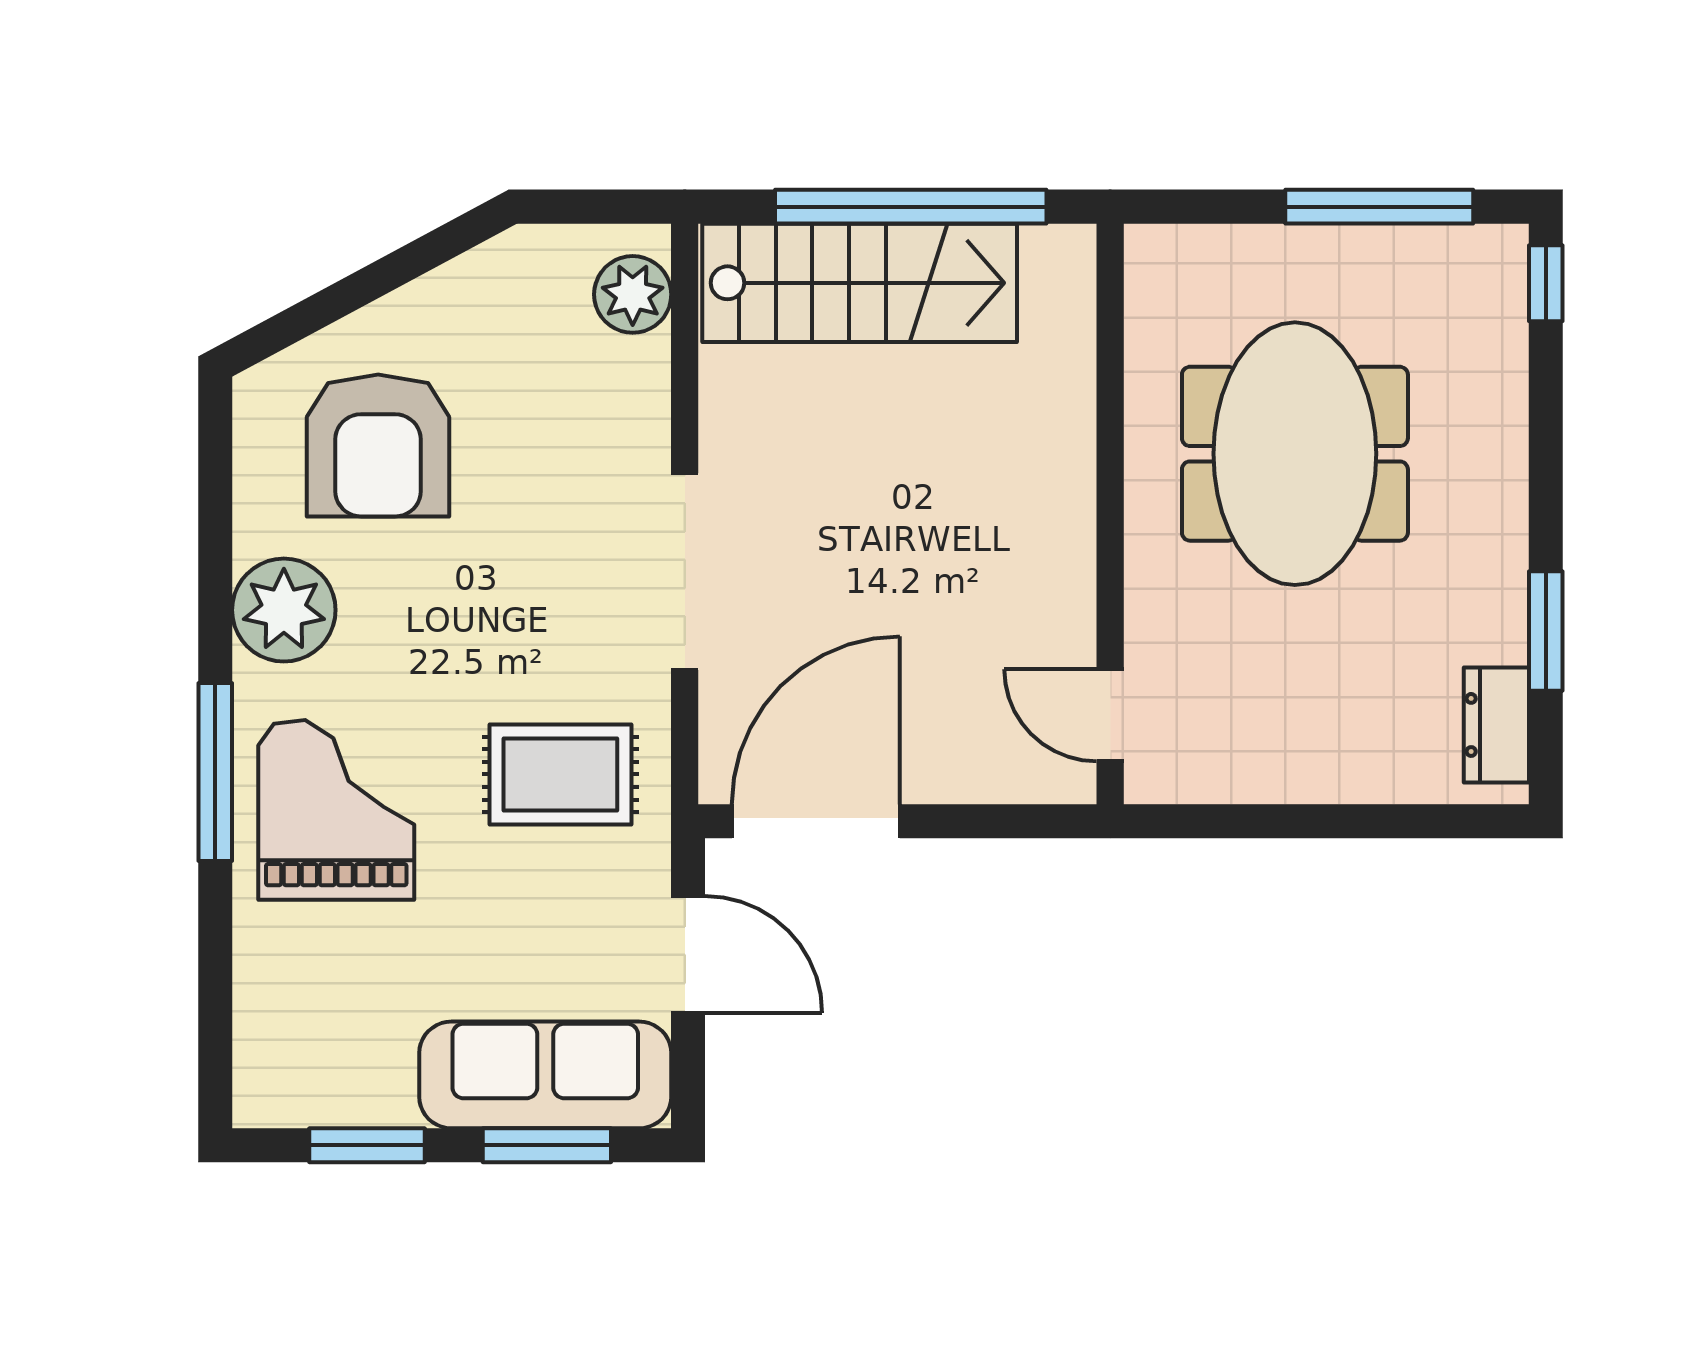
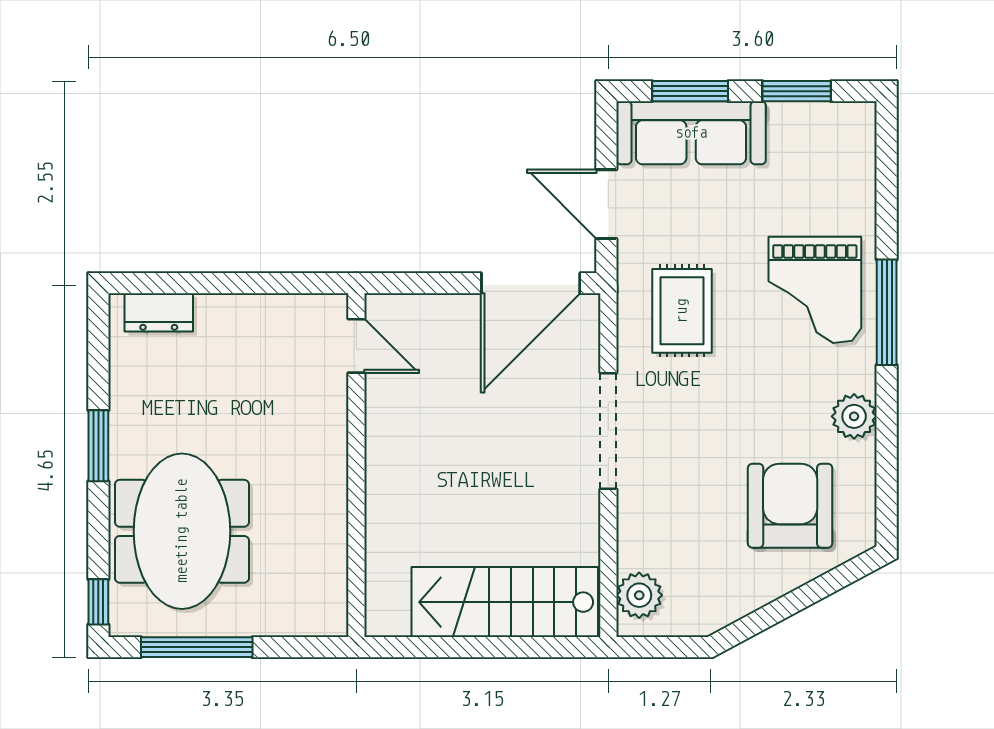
window: (911, 207) -> (474, 647), removed
meeting table: (1295, 454) -> (182, 531), moved
plant: (284, 610) -> (854, 416), width x0.73, depth x0.73
window: (1546, 631) -> (98, 446), moved
dresser: (1496, 725) -> (159, 312), moved, turned 90
rug: (560, 774) -> (682, 311), turned 90

